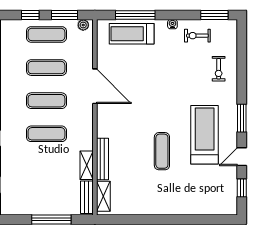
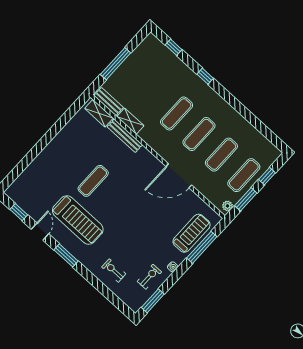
exercise mat: (162, 151) -> (93, 181), turned 90

